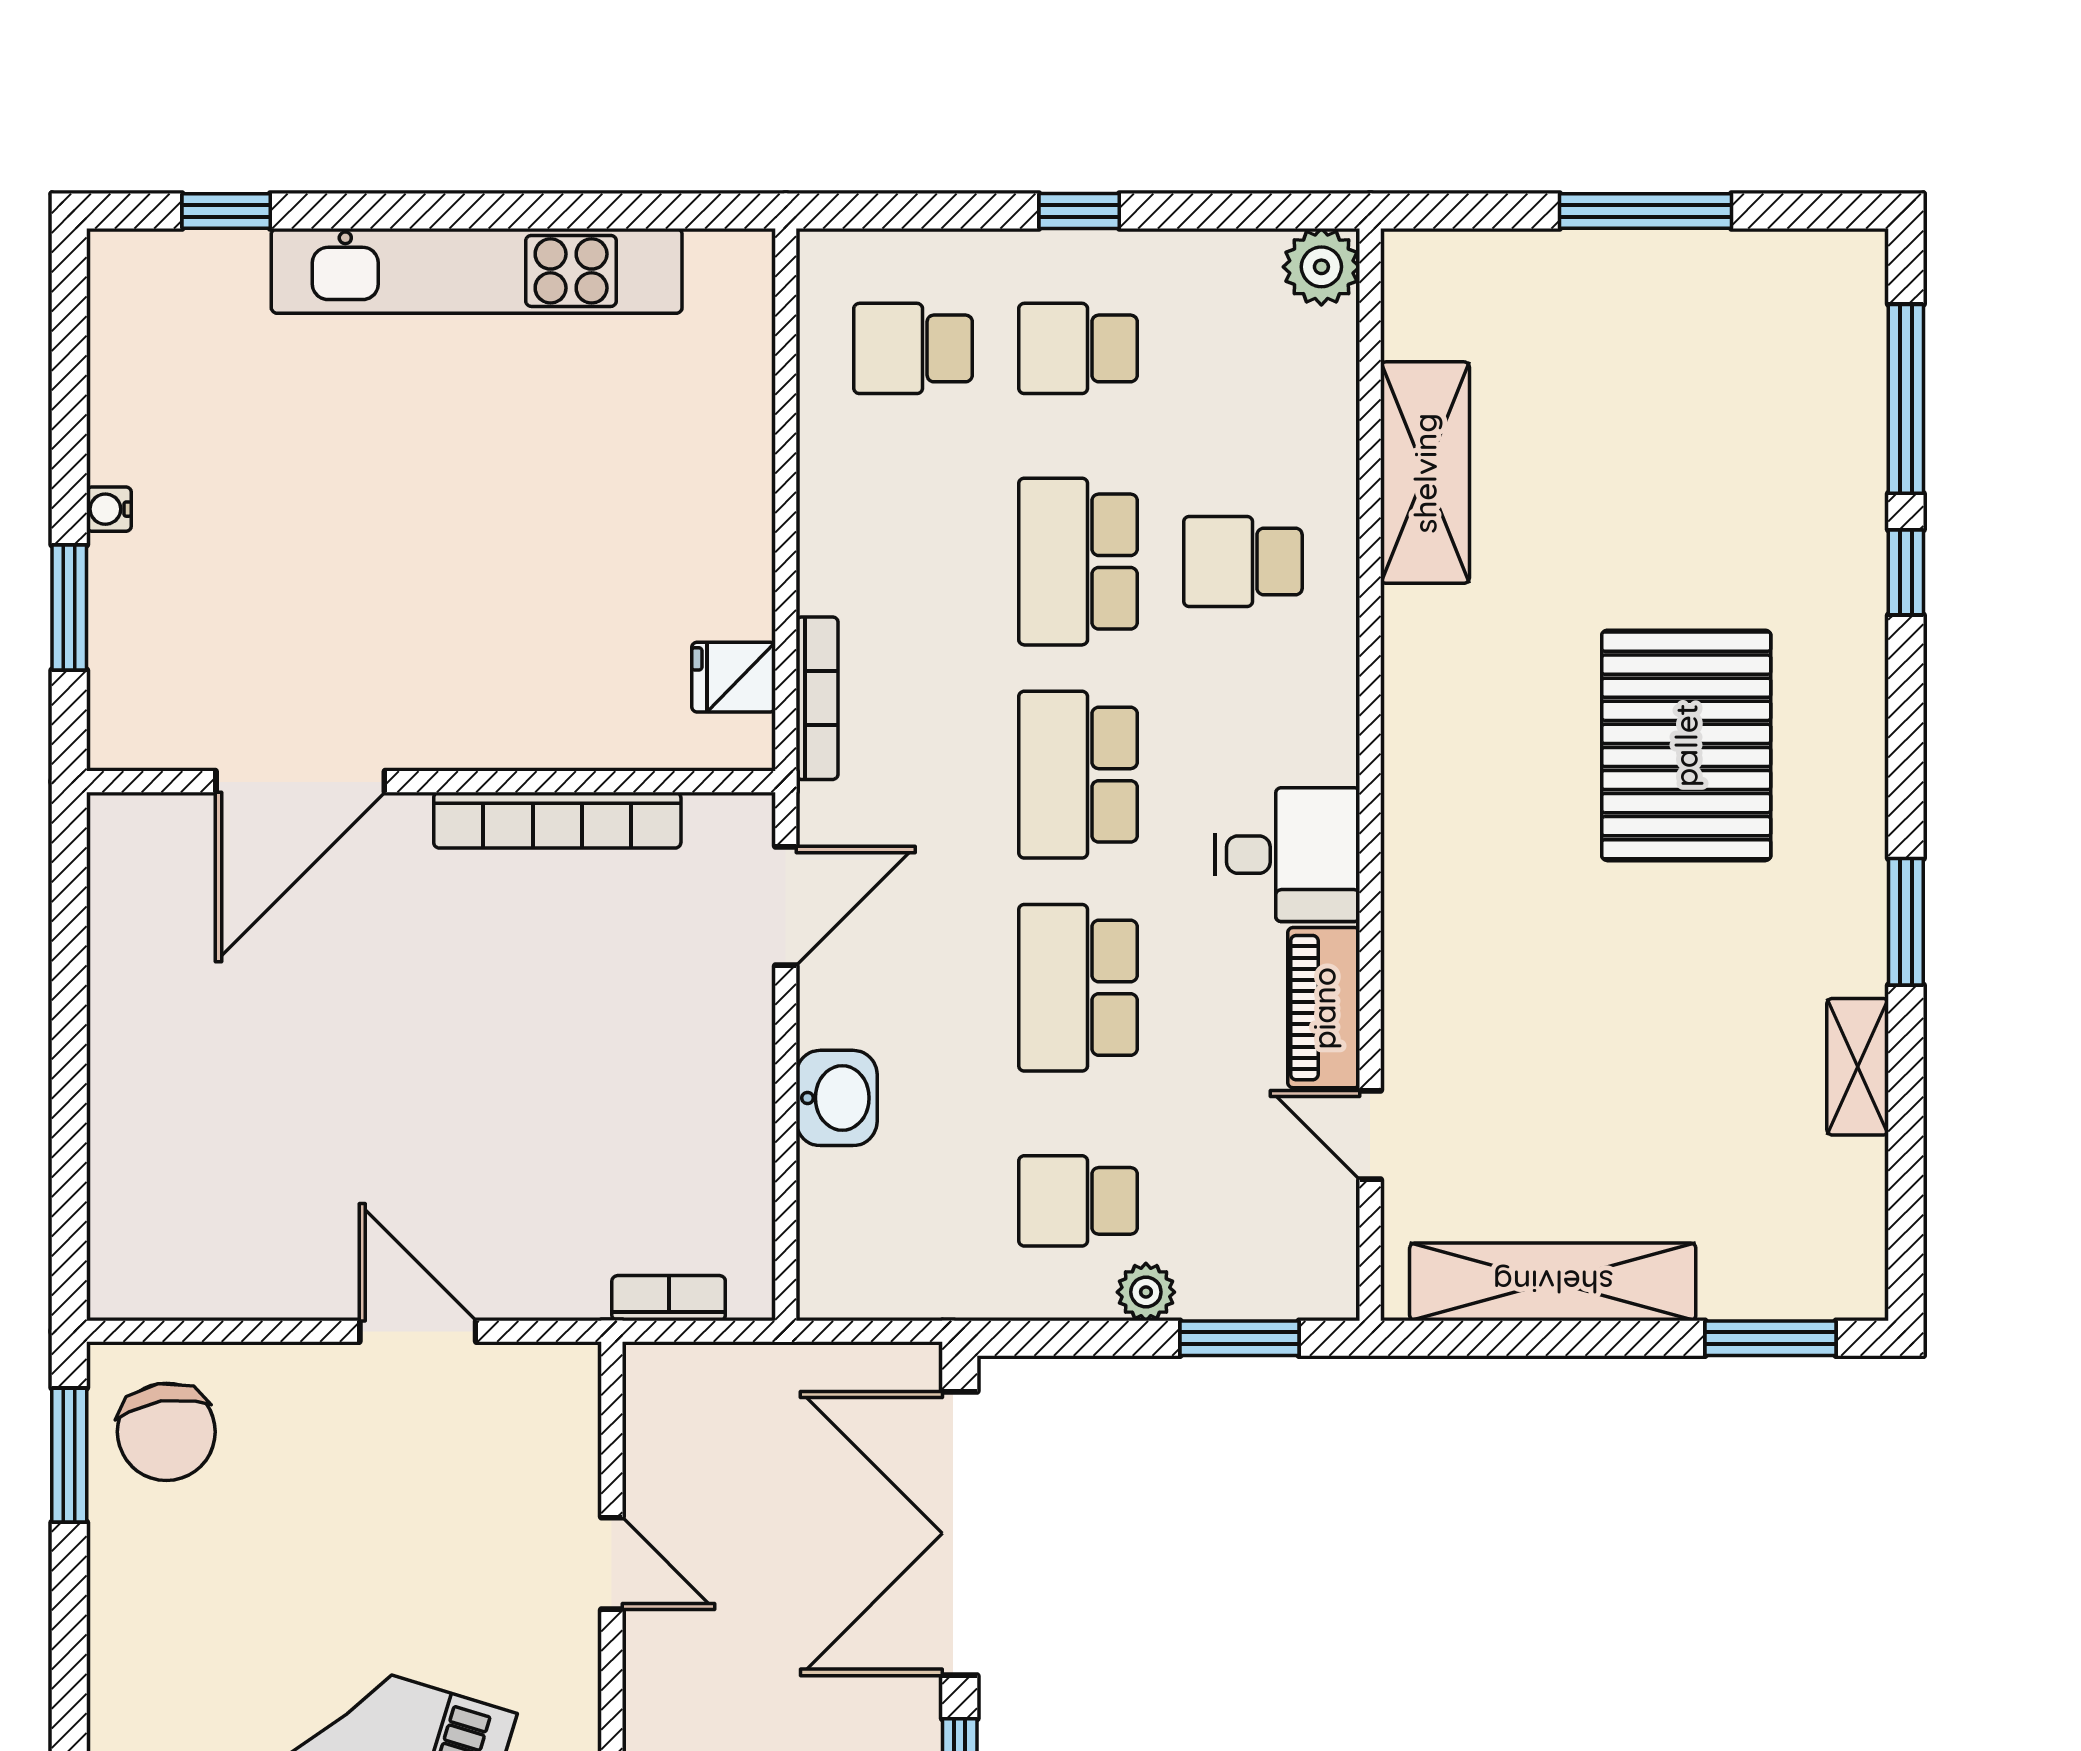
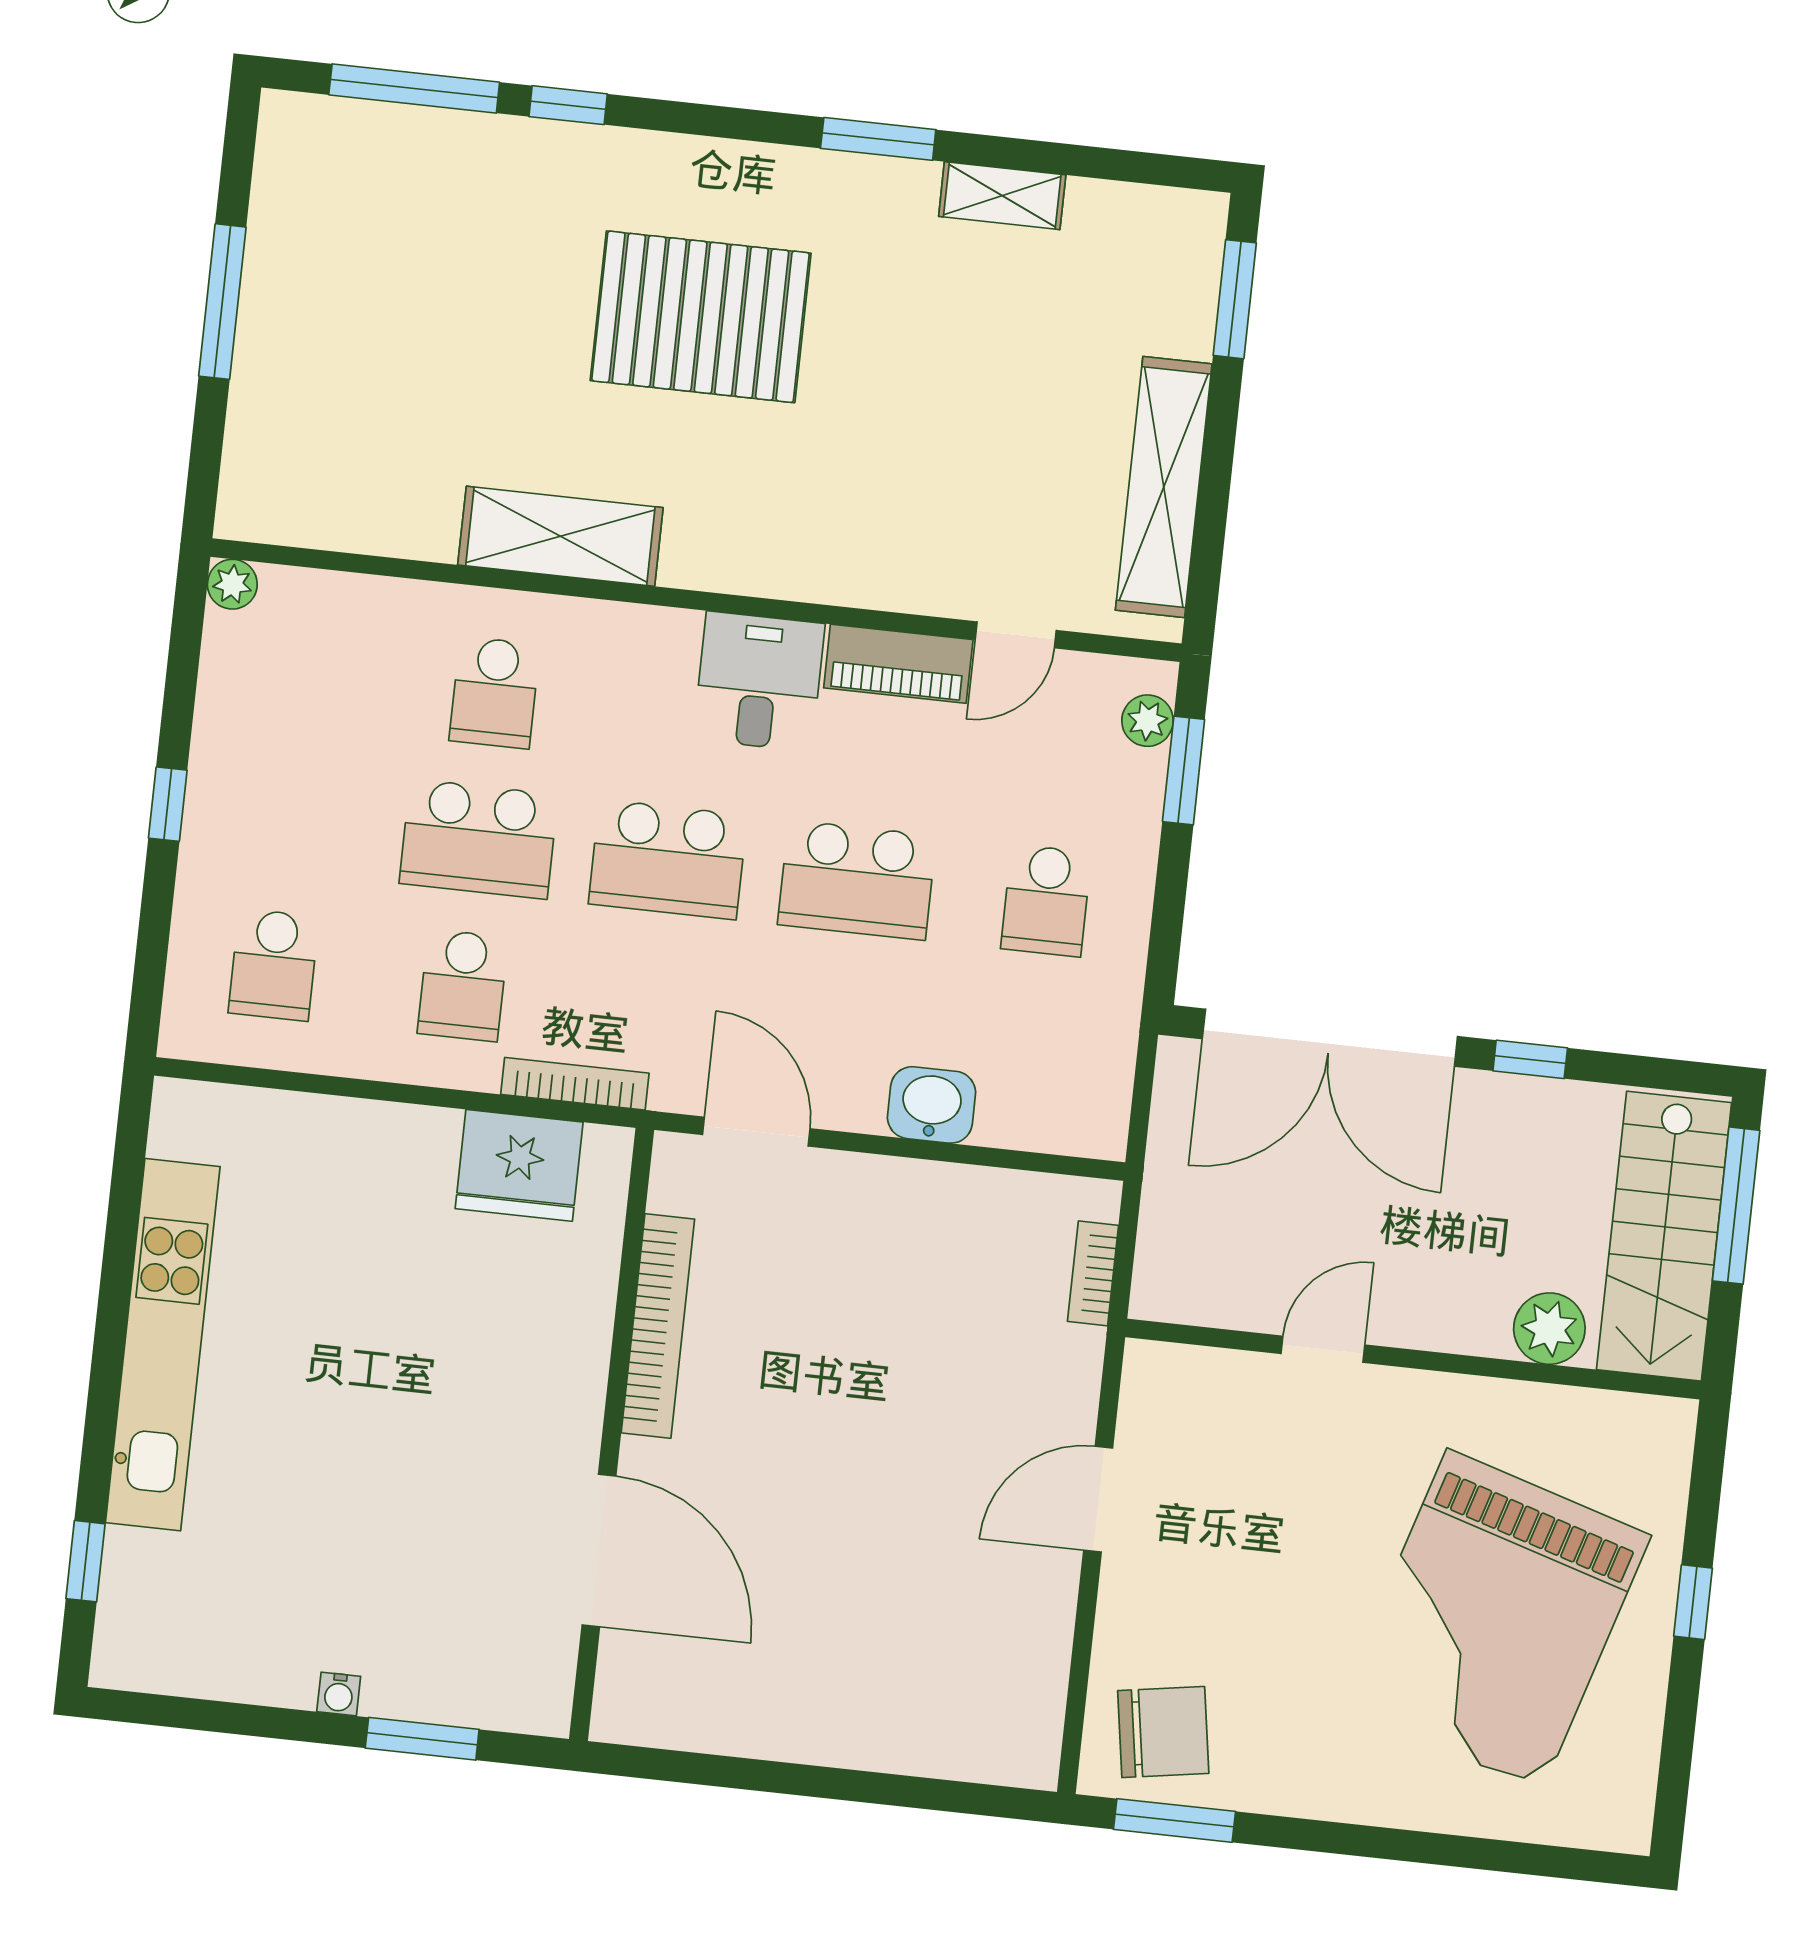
plant: (1321, 267) -> (232, 584), width x0.73, depth x0.73
school desk: (1078, 348) -> (463, 985), moved
shelving: (1425, 473) -> (560, 536), moved
fridge: (734, 677) -> (519, 1165), width x1.88, depth x1.34
plant: (1146, 1292) -> (1148, 721), moved

